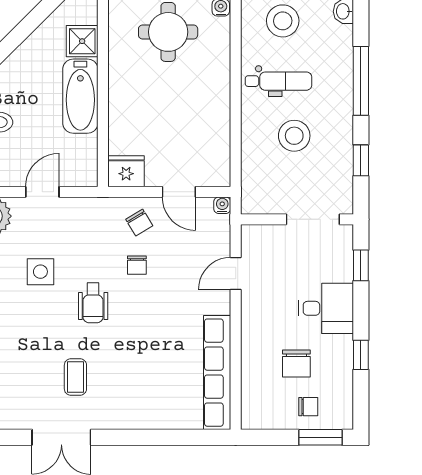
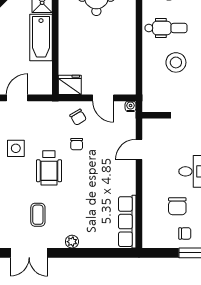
wheelchair: (93, 303) -> (49, 168), width x1.36, depth x1.37
row of seats: (217, 373) -> (127, 222), width x0.73
plant: (129, 420) -> (72, 242), added

